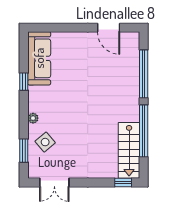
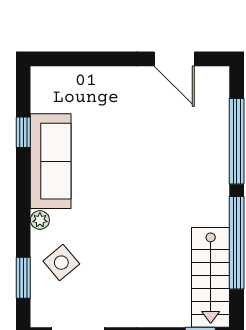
sofa: (39, 58) -> (51, 161), moved
window: (24, 82) -> (23, 132), moved

